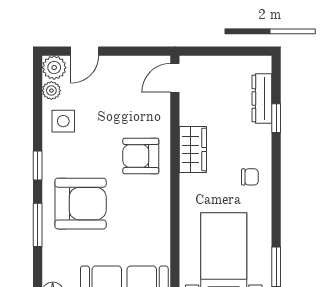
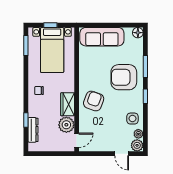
door: (85, 51) -> (122, 154), swing flipped
plant: (195, 109) -> (66, 125), added
armchair: (141, 156) -> (94, 101), turned -70

